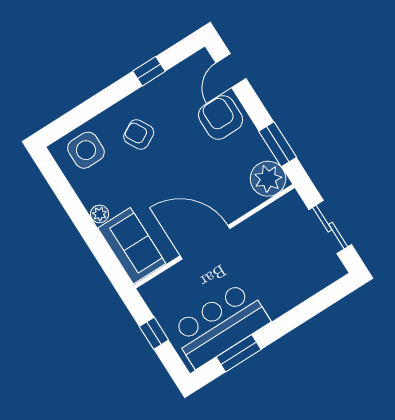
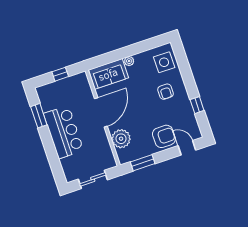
armchair: (139, 134) -> (165, 92), turned 119
plant: (268, 179) -> (121, 139), moved
bar counter: (220, 325) -> (64, 132), moved

